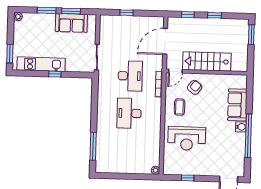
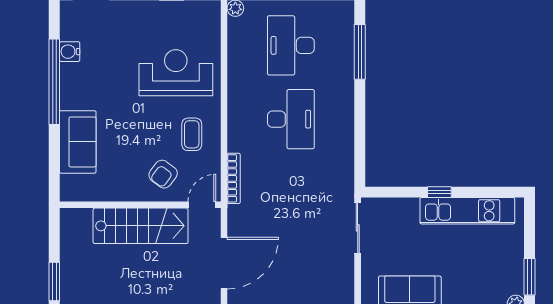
window: (10, 54) -> (530, 277), moved
desk: (130, 76) -> (291, 45), moved
water cooler: (241, 127) -> (70, 52), moved

